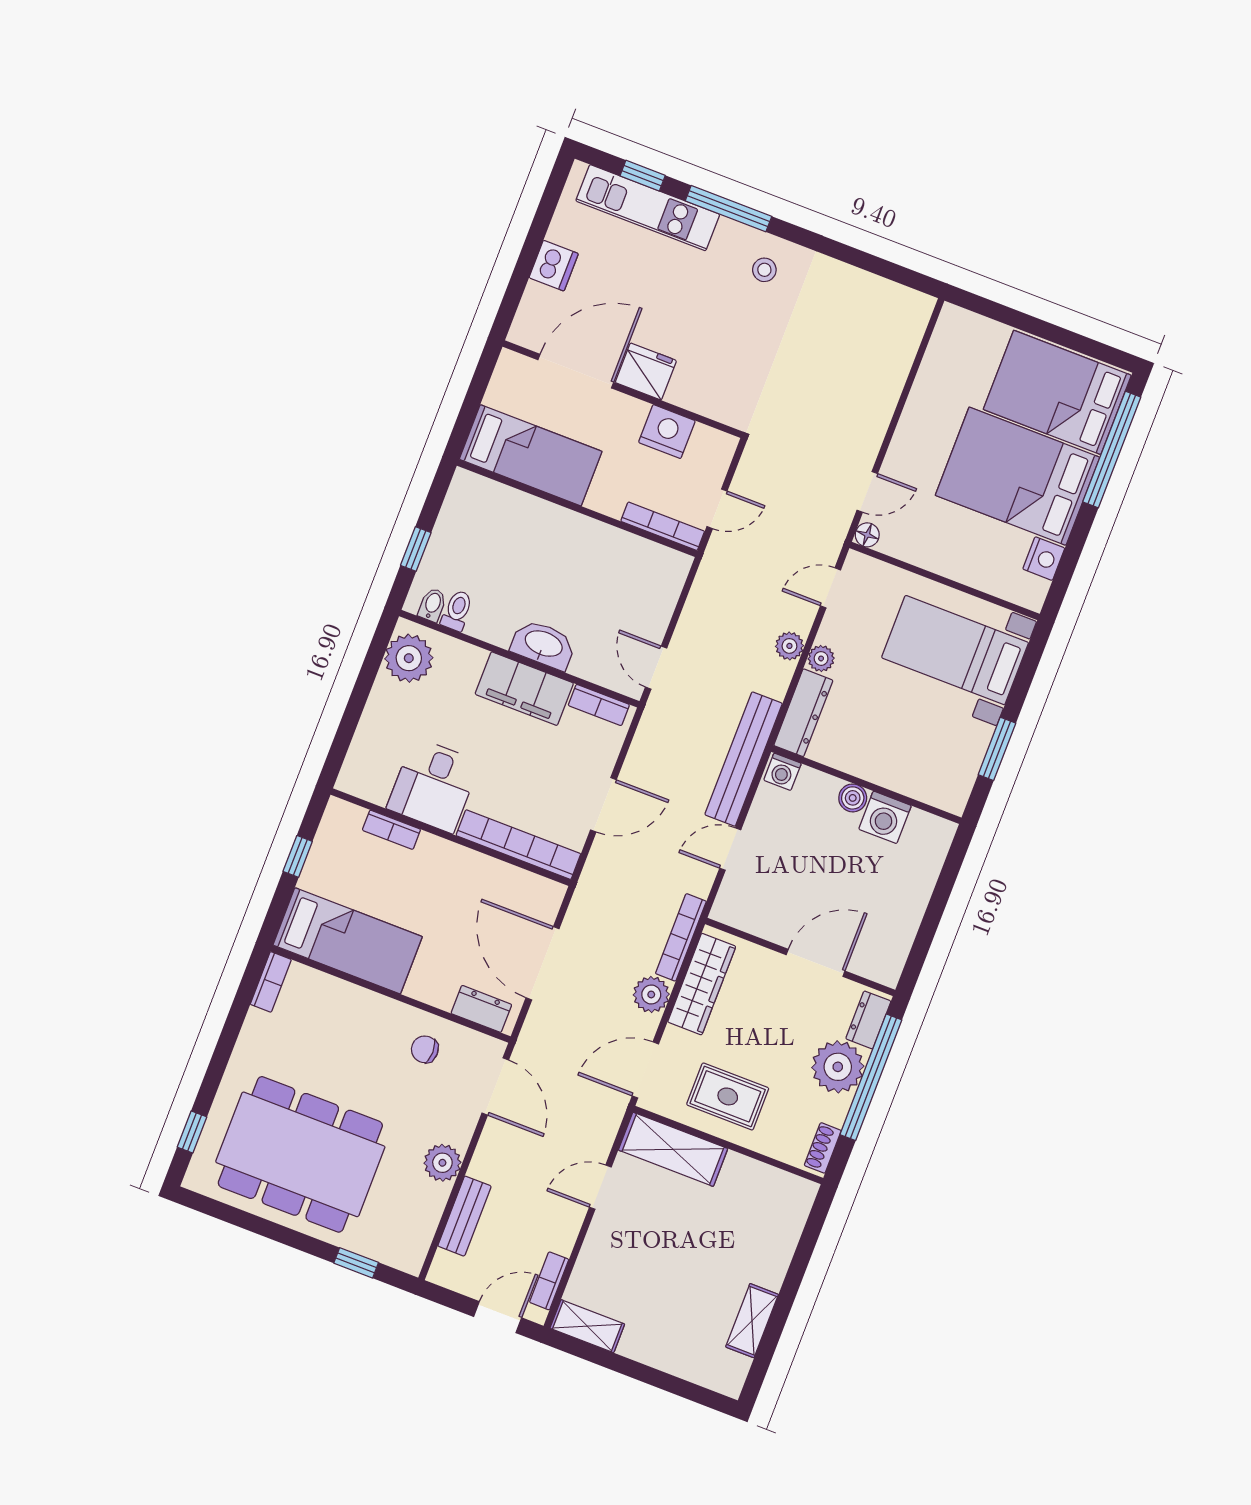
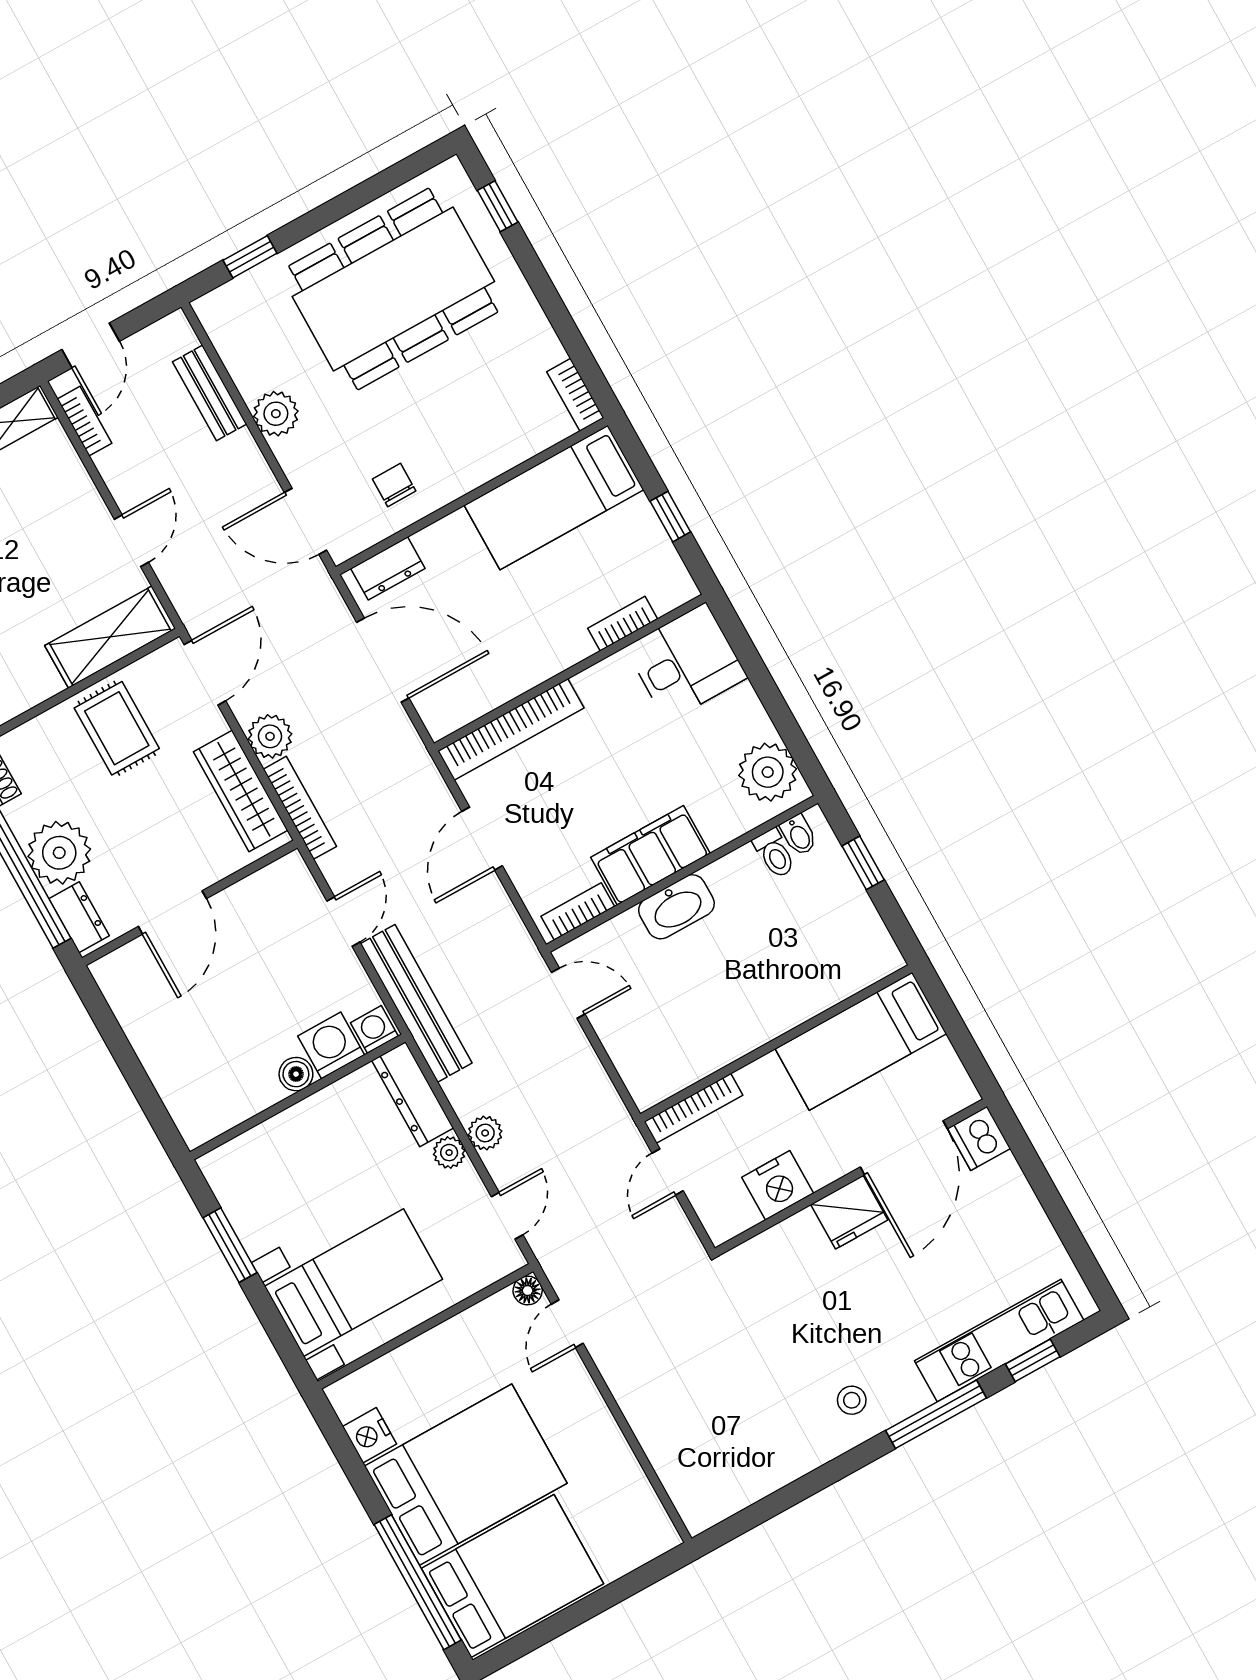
dishwasher: (554, 266) -> (979, 1138), moved
desk: (433, 785) -> (686, 662), moved, turned 90
washing machine: (885, 817) -> (331, 1045), moved
chair: (425, 1049) -> (394, 485), turned -90
rug: (728, 1096) -> (117, 728), turned 90

